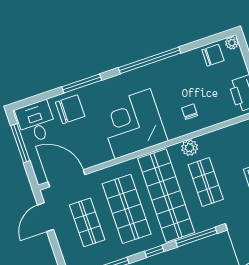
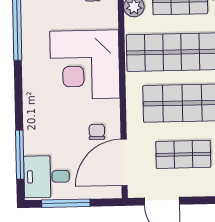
window: (82, 84) -> (20, 155), moved
chair: (70, 109) -> (97, 132), moved, width x0.54, depth x0.54

